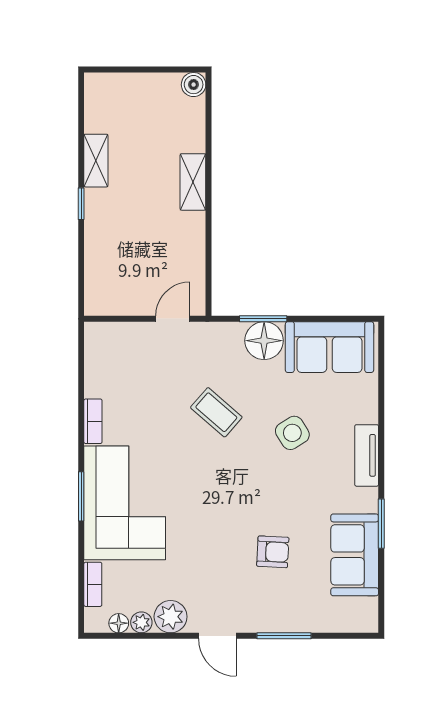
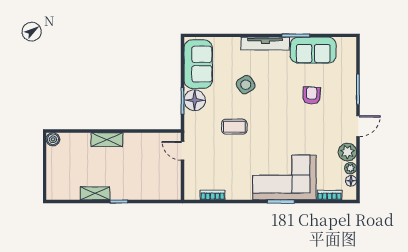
coffee table: (216, 412) -> (234, 127), turned 49
bookcase: (93, 421) -> (213, 195), moved
tv unit: (367, 455) -> (265, 44), width x1.41

